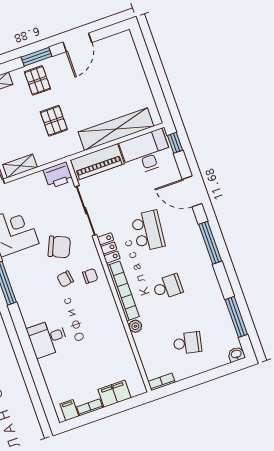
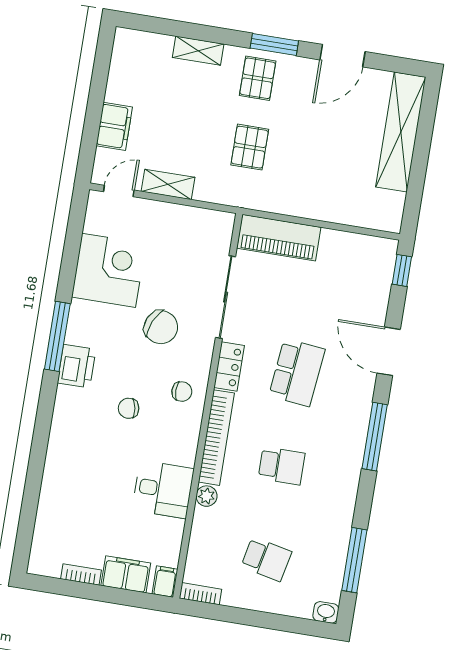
shelving: (116, 129) -> (401, 132), moved, turned 90
desk: (146, 152) -> (354, 262), removed
printer: (58, 175) -> (77, 366), moved, turned -90
chair: (65, 279) -> (129, 408), moved
desk: (48, 338) -> (163, 489), moved, turned 180
filing cabinet: (69, 410) -> (165, 582), moved

